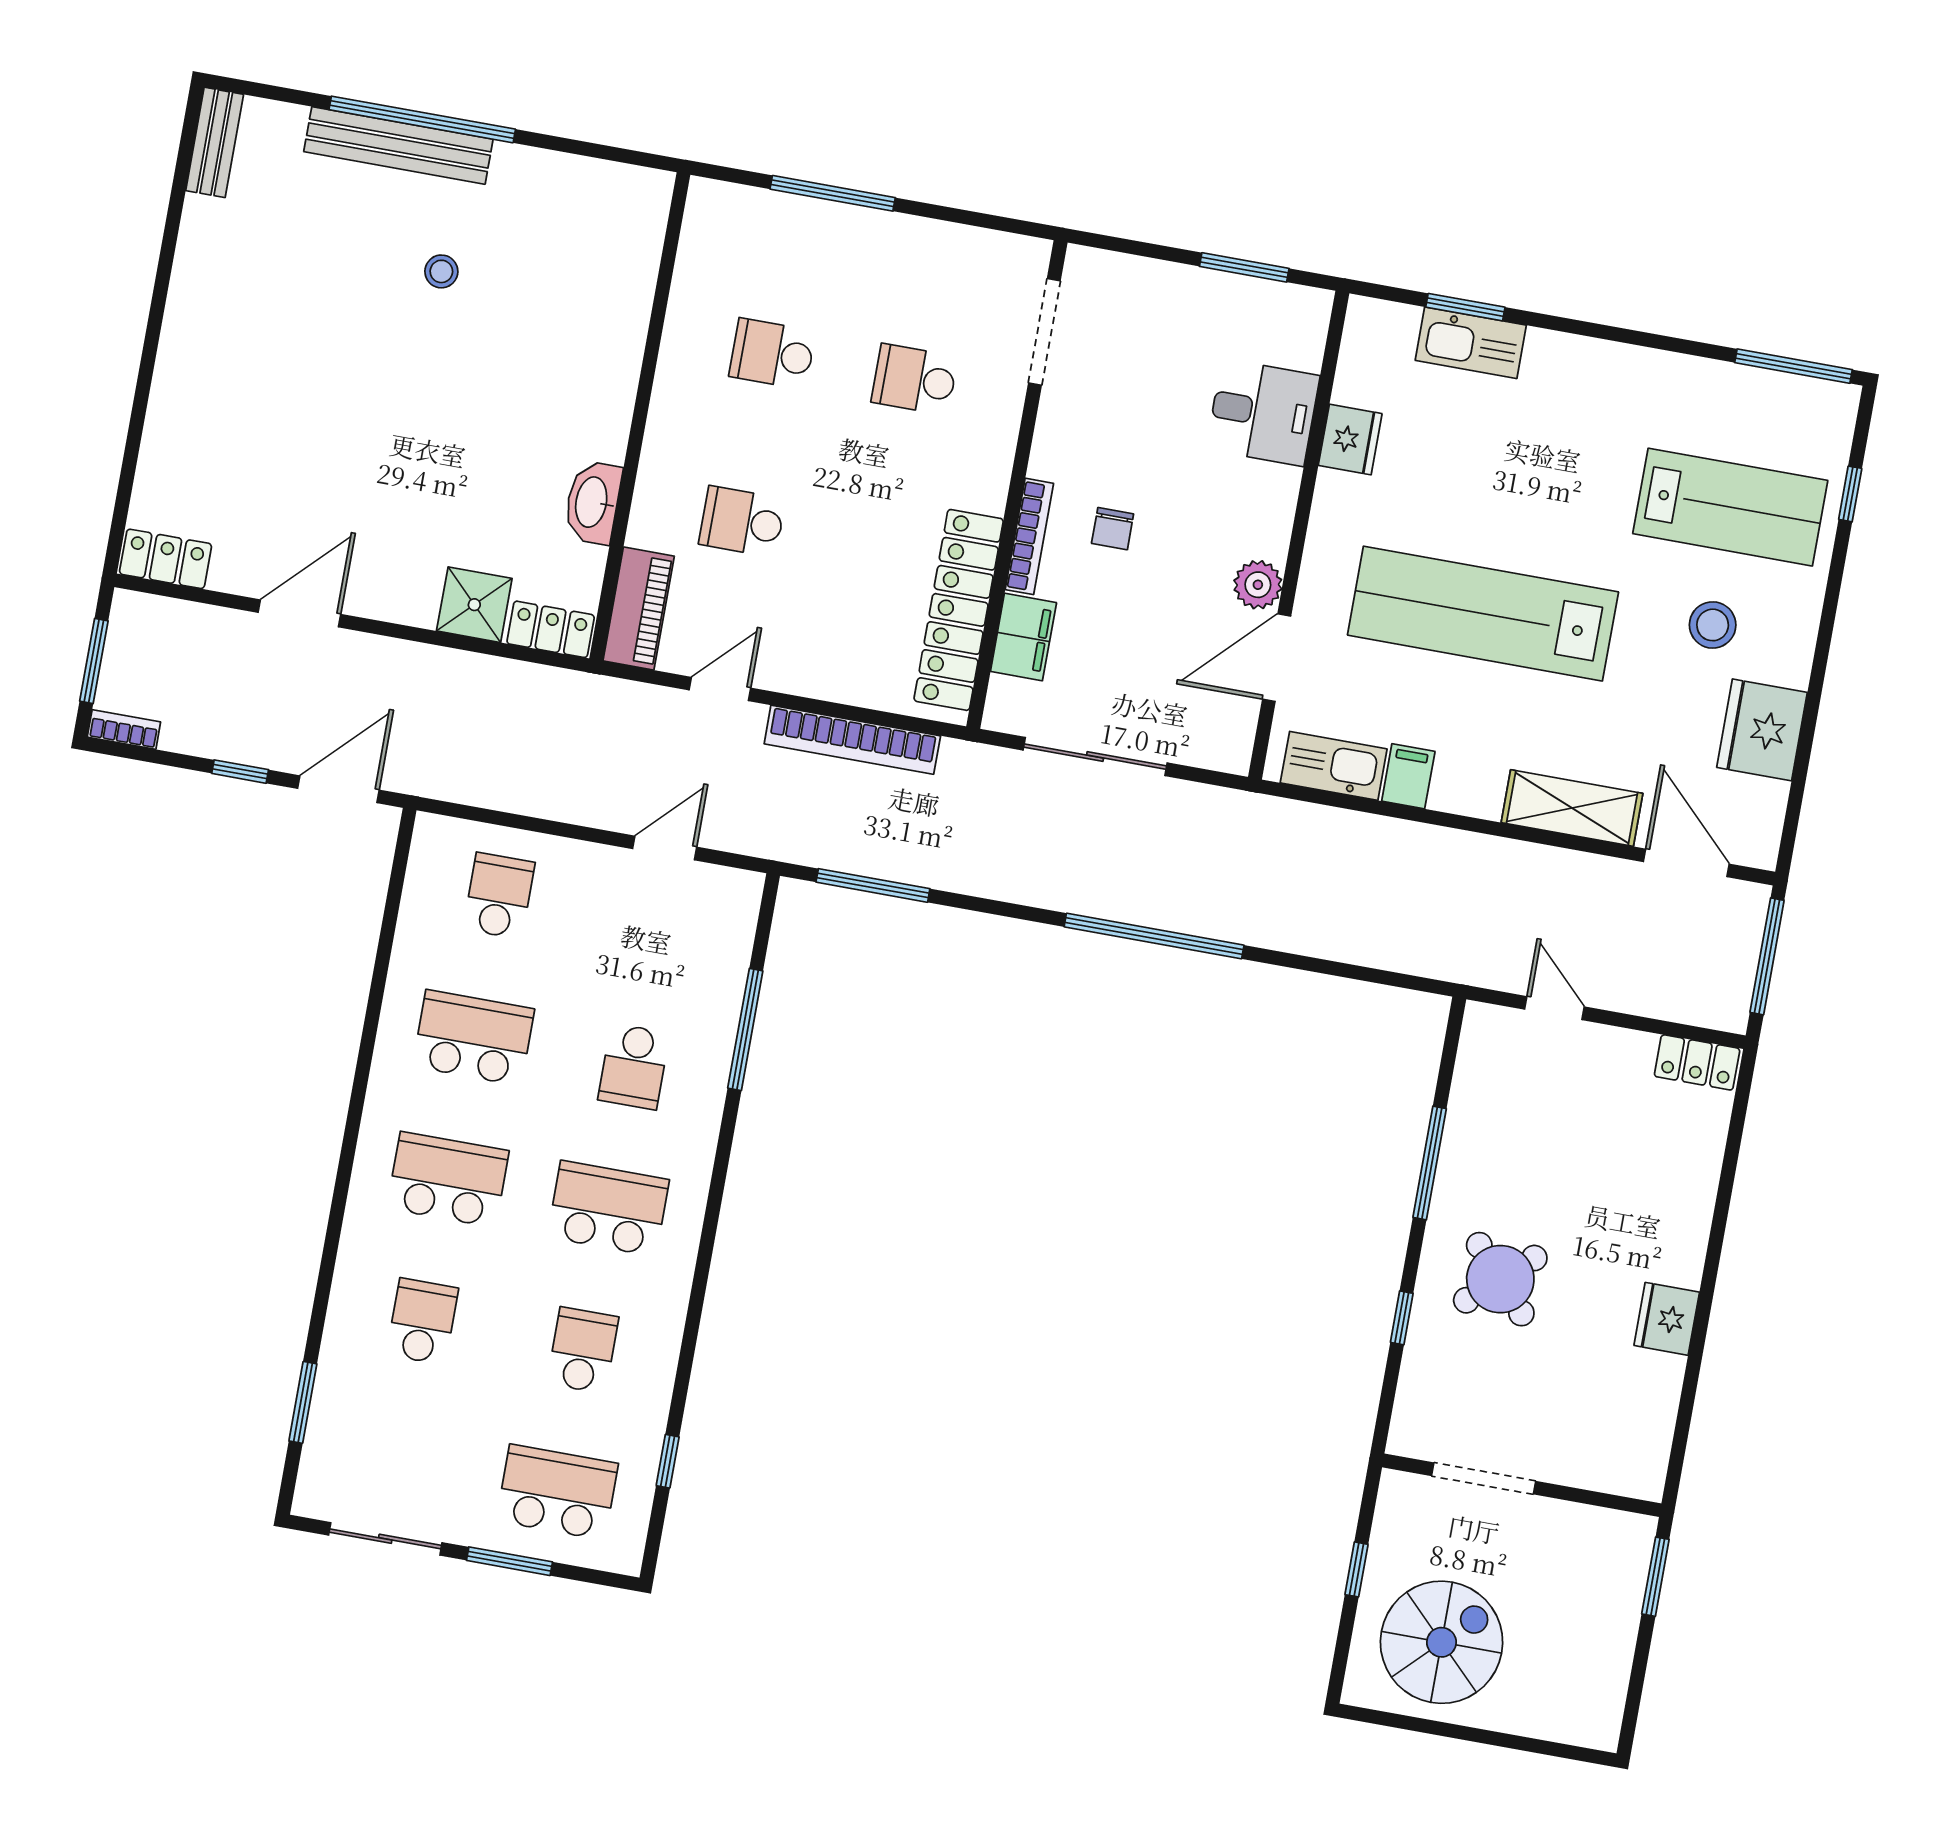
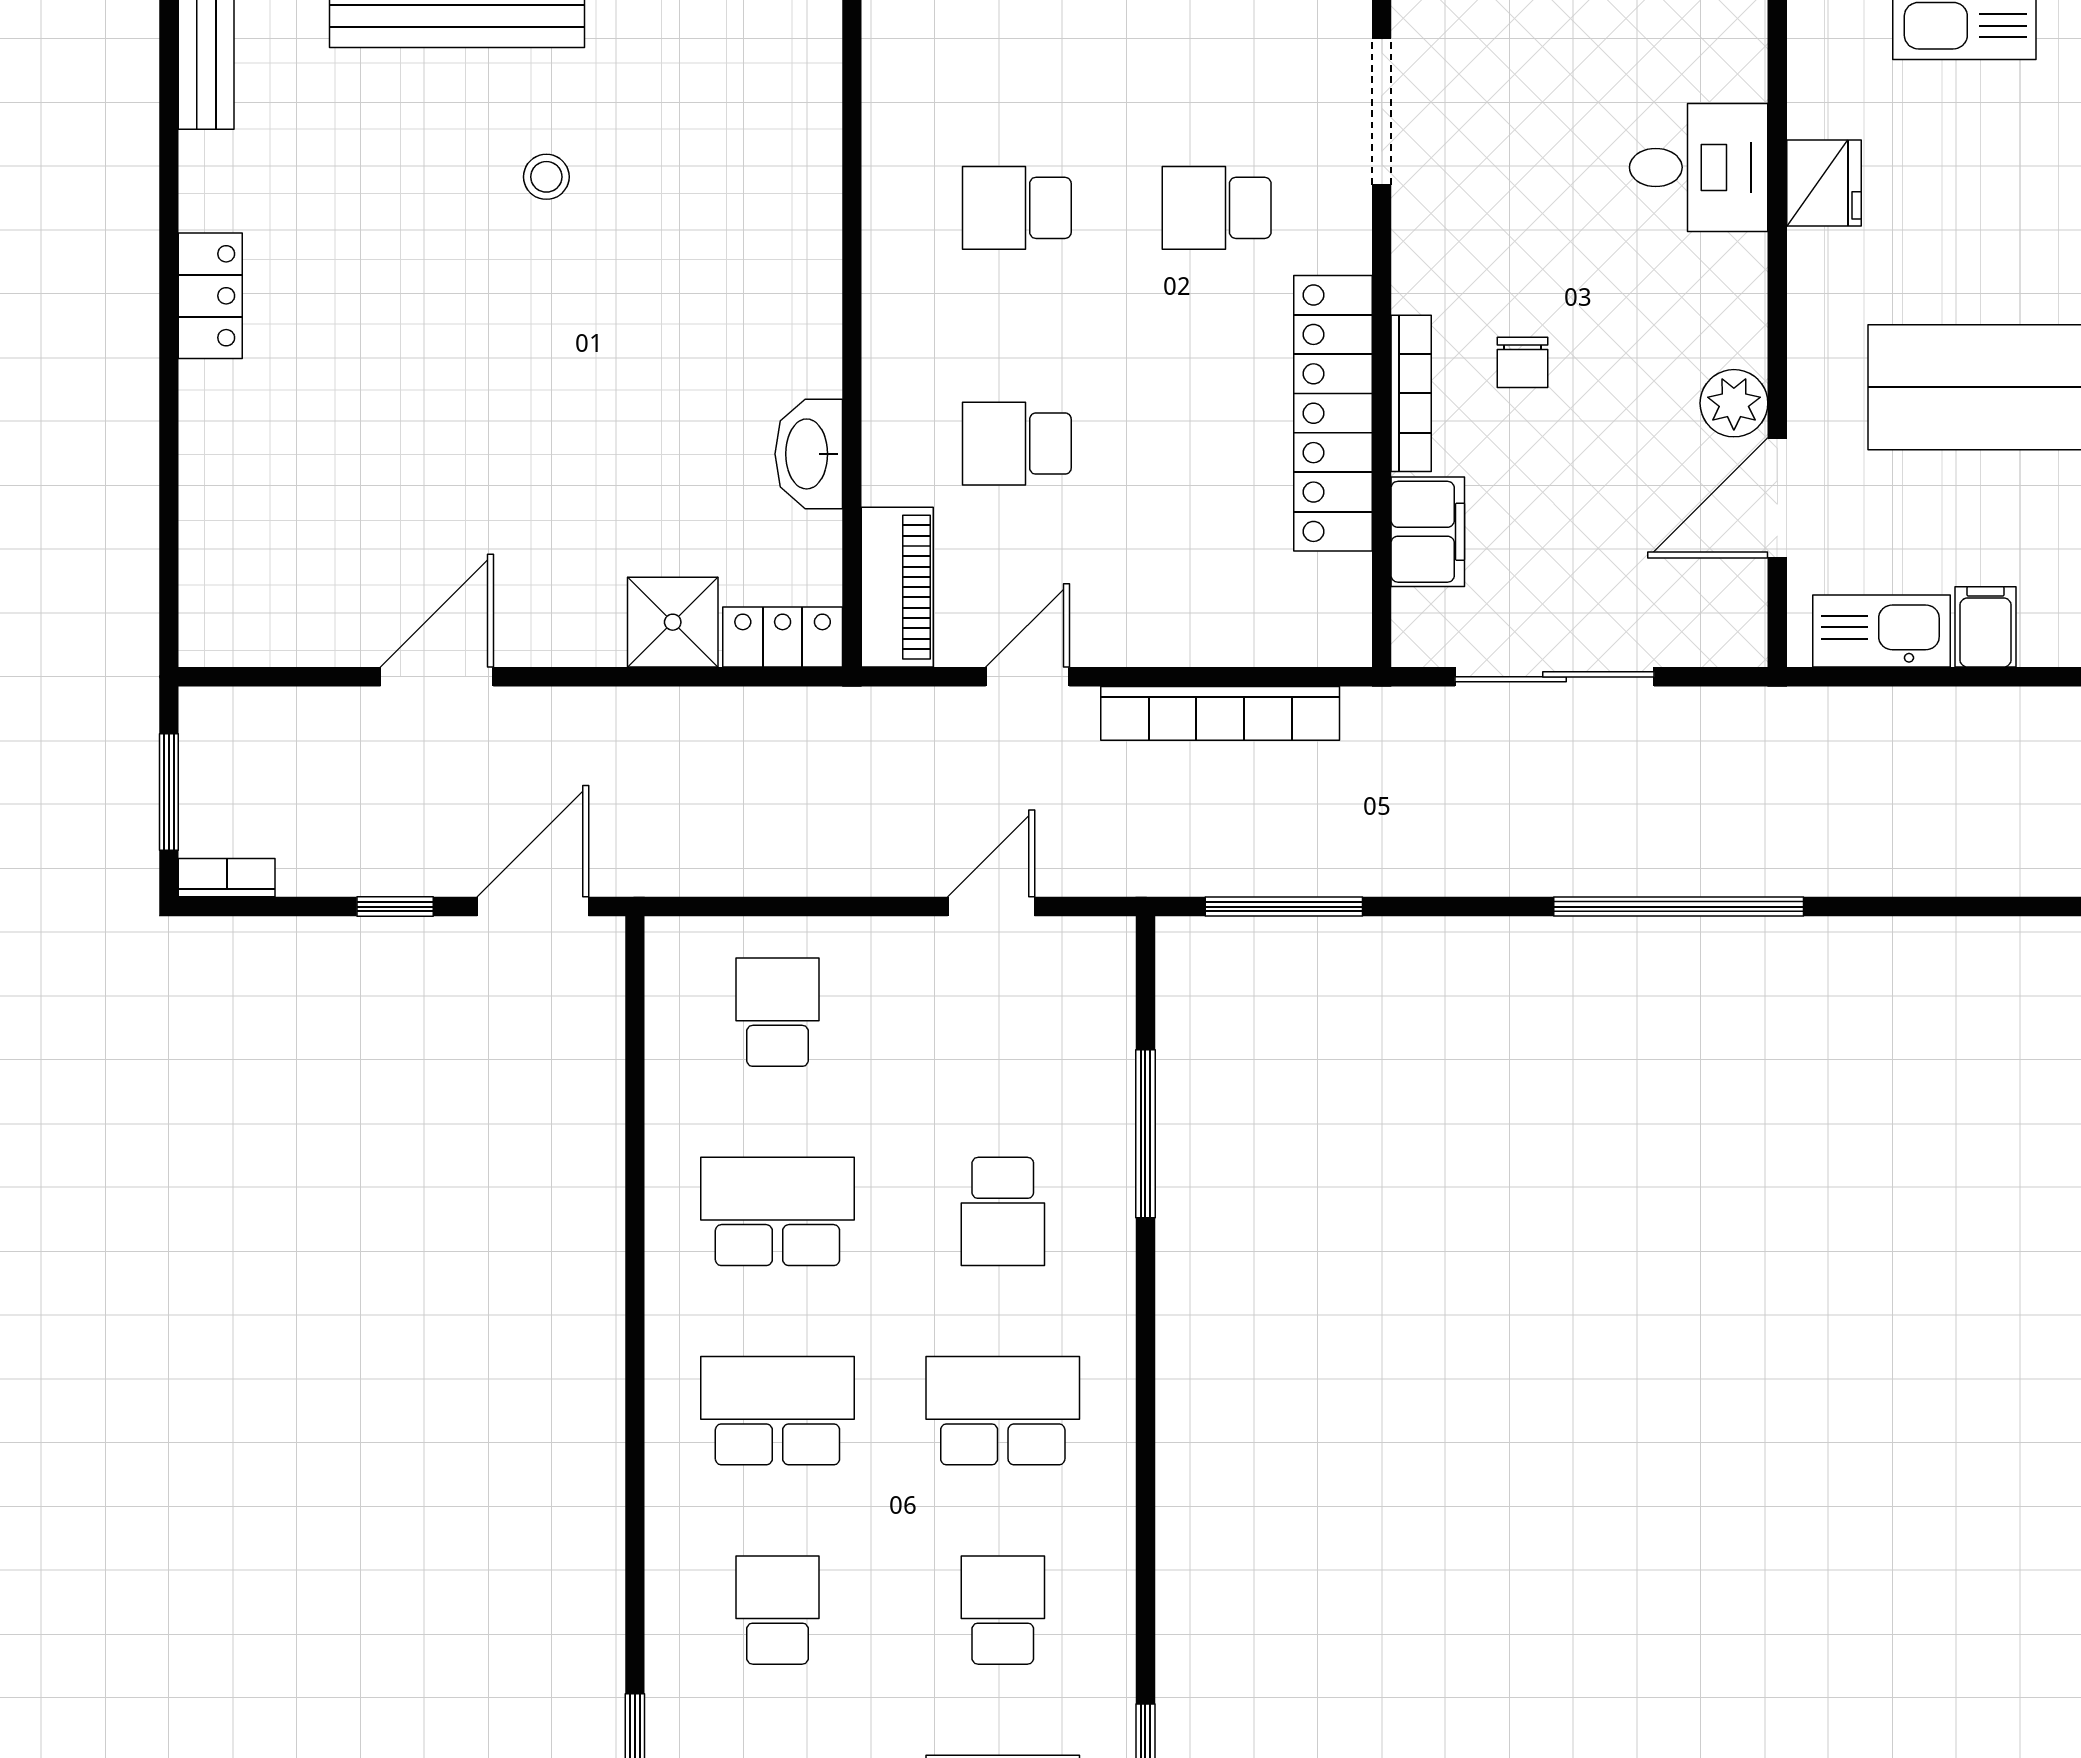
locker: (166, 559) -> (210, 296), moved, turned 90
locker: (959, 610) -> (1333, 413), moved

